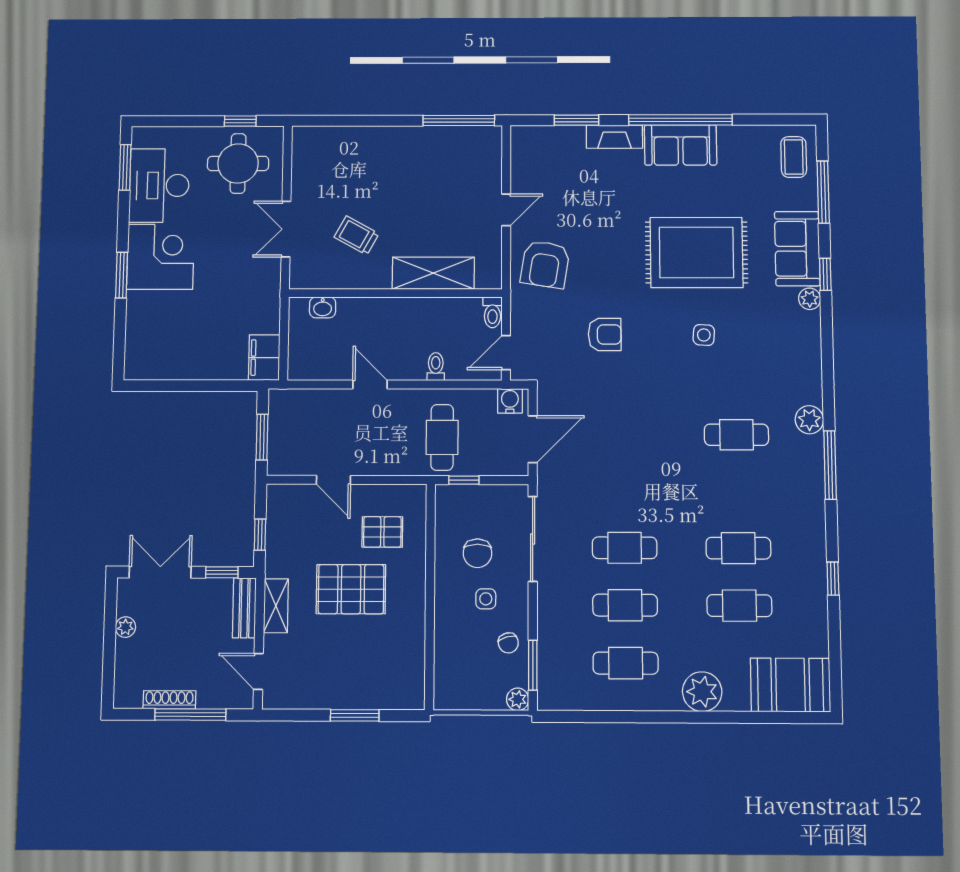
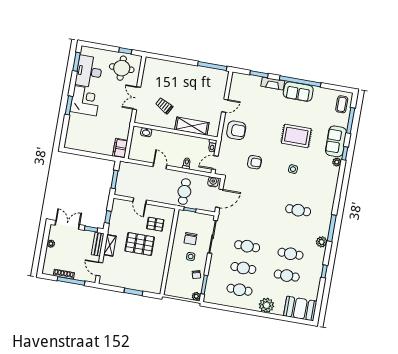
rug: (696, 252) -> (296, 136), width x0.73, depth x0.69
armchair: (545, 264) -> (236, 130), turned -99
plant: (809, 420) -> (322, 242), moved

